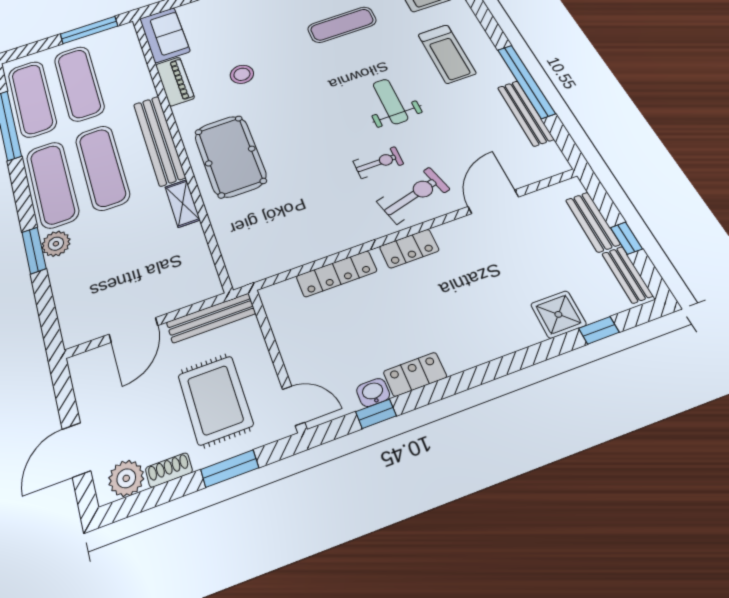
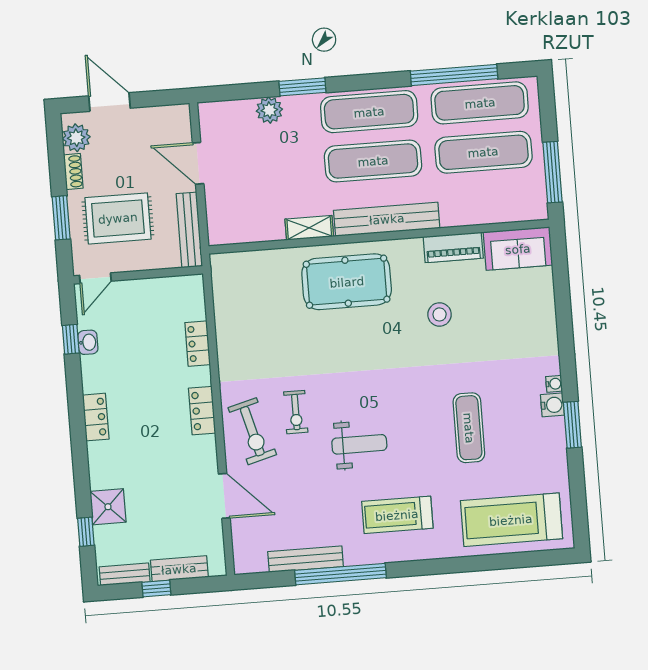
plant: (56, 244) -> (269, 110), moved
locker: (337, 274) -> (198, 344), width x0.66
locker: (415, 374) -> (96, 417), moved

